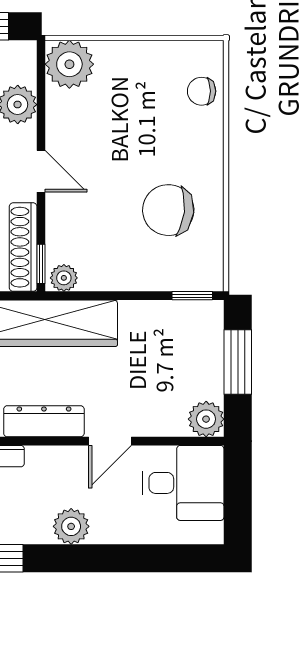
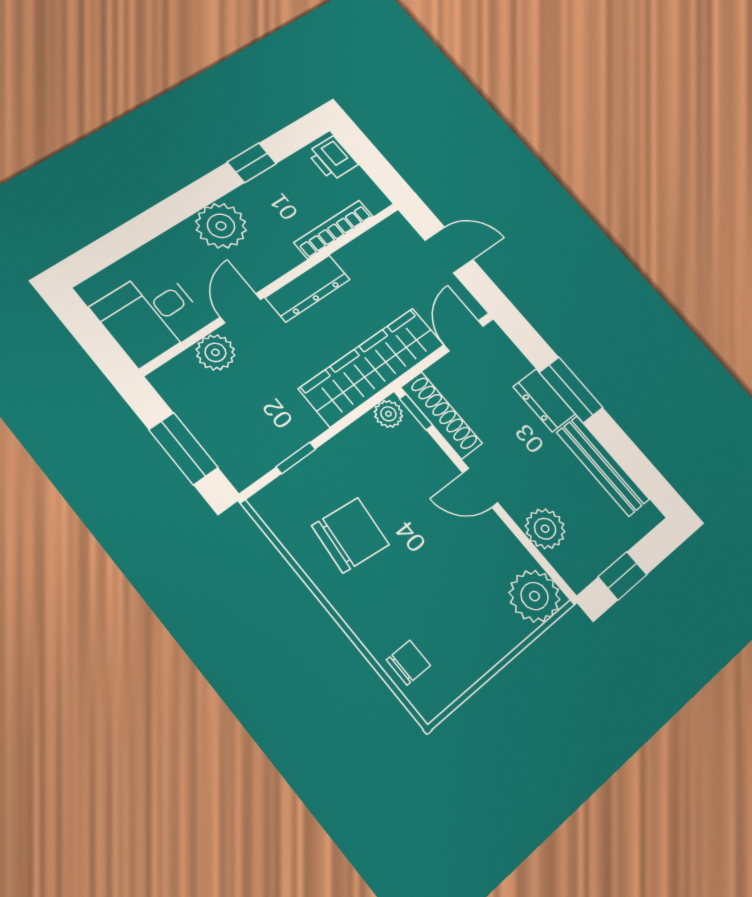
window: (192, 296) -> (296, 458), moved
plant: (206, 419) -> (215, 352), moved
plant: (71, 526) -> (221, 226), width x1.36, depth x1.36

